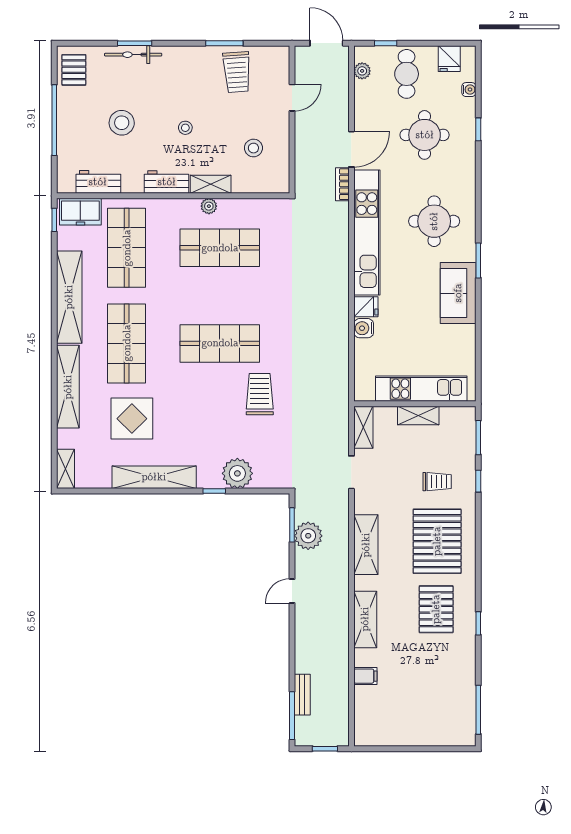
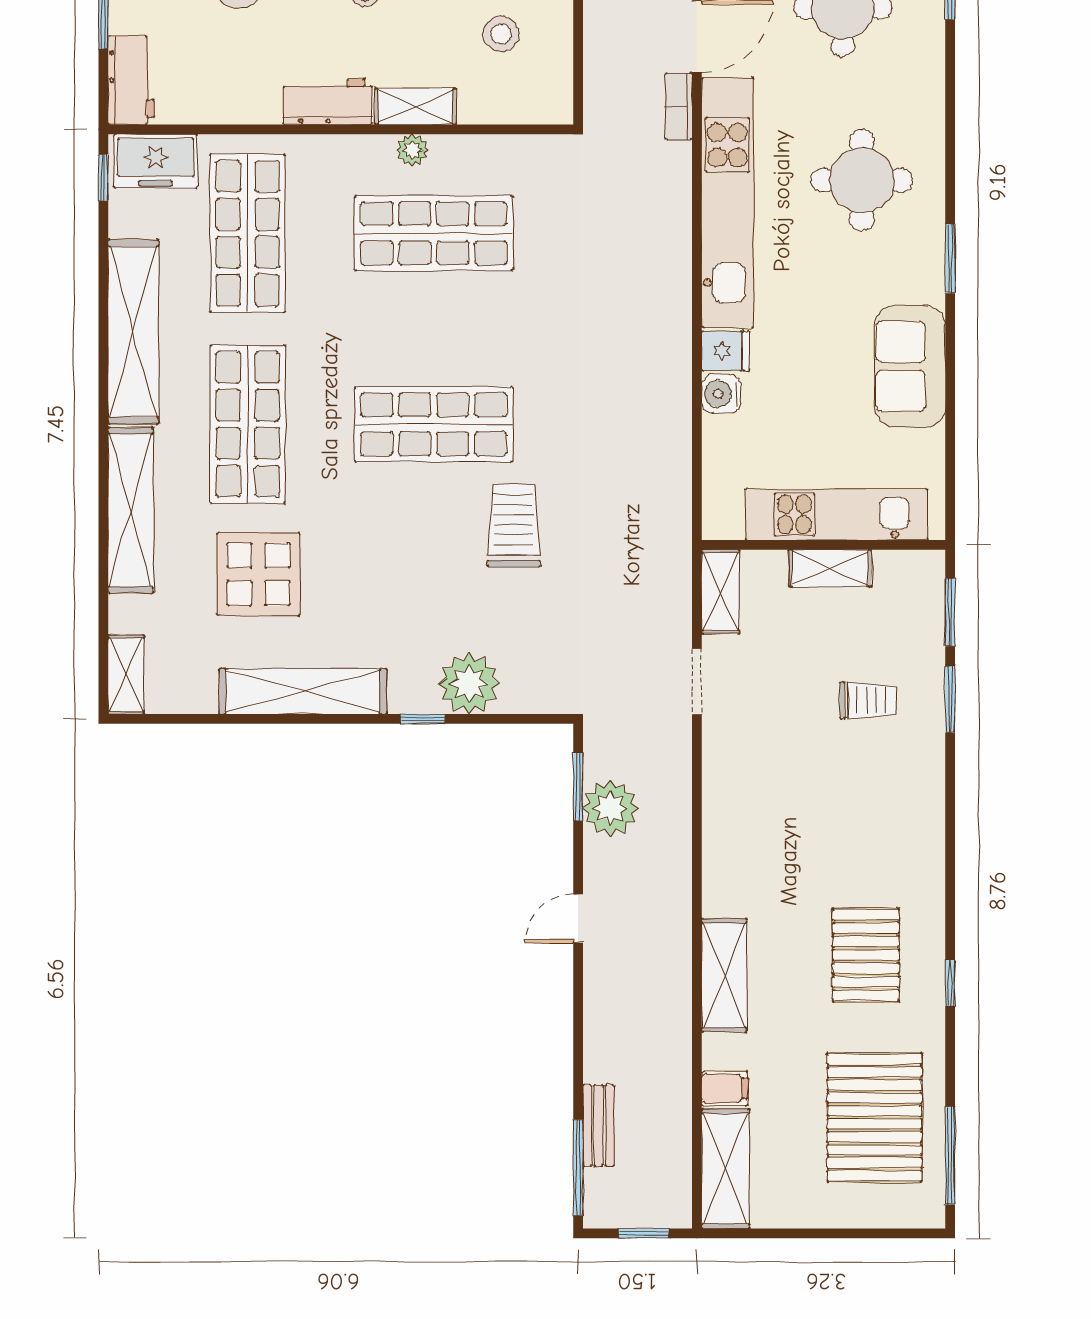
workbench: (98, 182) -> (131, 80), moved, turned 90
sofa: (458, 293) -> (910, 366), moved
window: (478, 481) -> (950, 699), width x1.50
pallet: (437, 541) -> (875, 1117), moved
shelving: (366, 545) -> (726, 1169), moved

